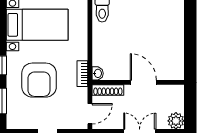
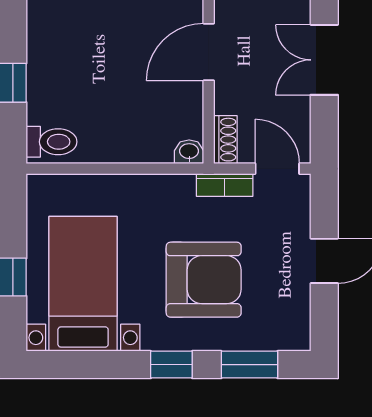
bookcase: (82, 74) -> (225, 185), moved
shoe rack: (108, 90) -> (225, 140), width x0.70

